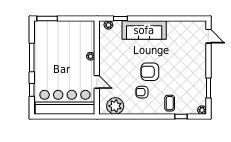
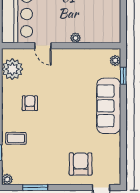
armchair: (150, 72) -> (81, 164), moved
door: (97, 82) -> (43, 46), hinge flipped

